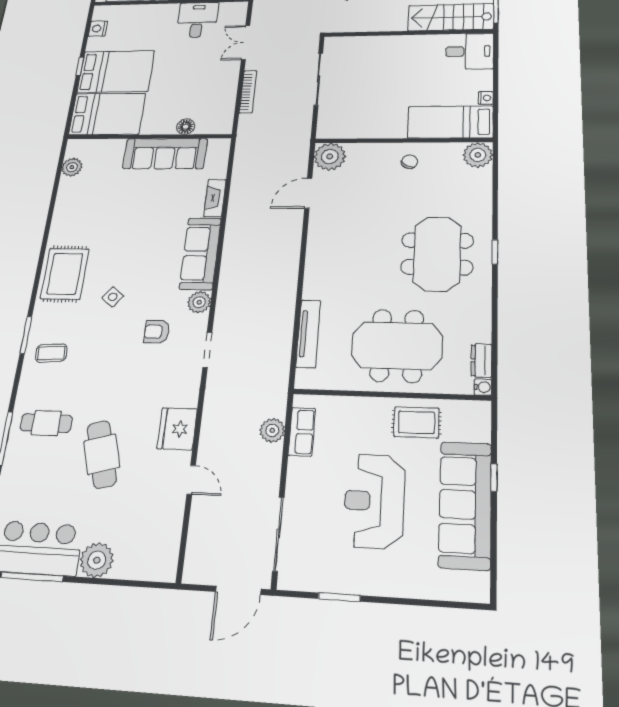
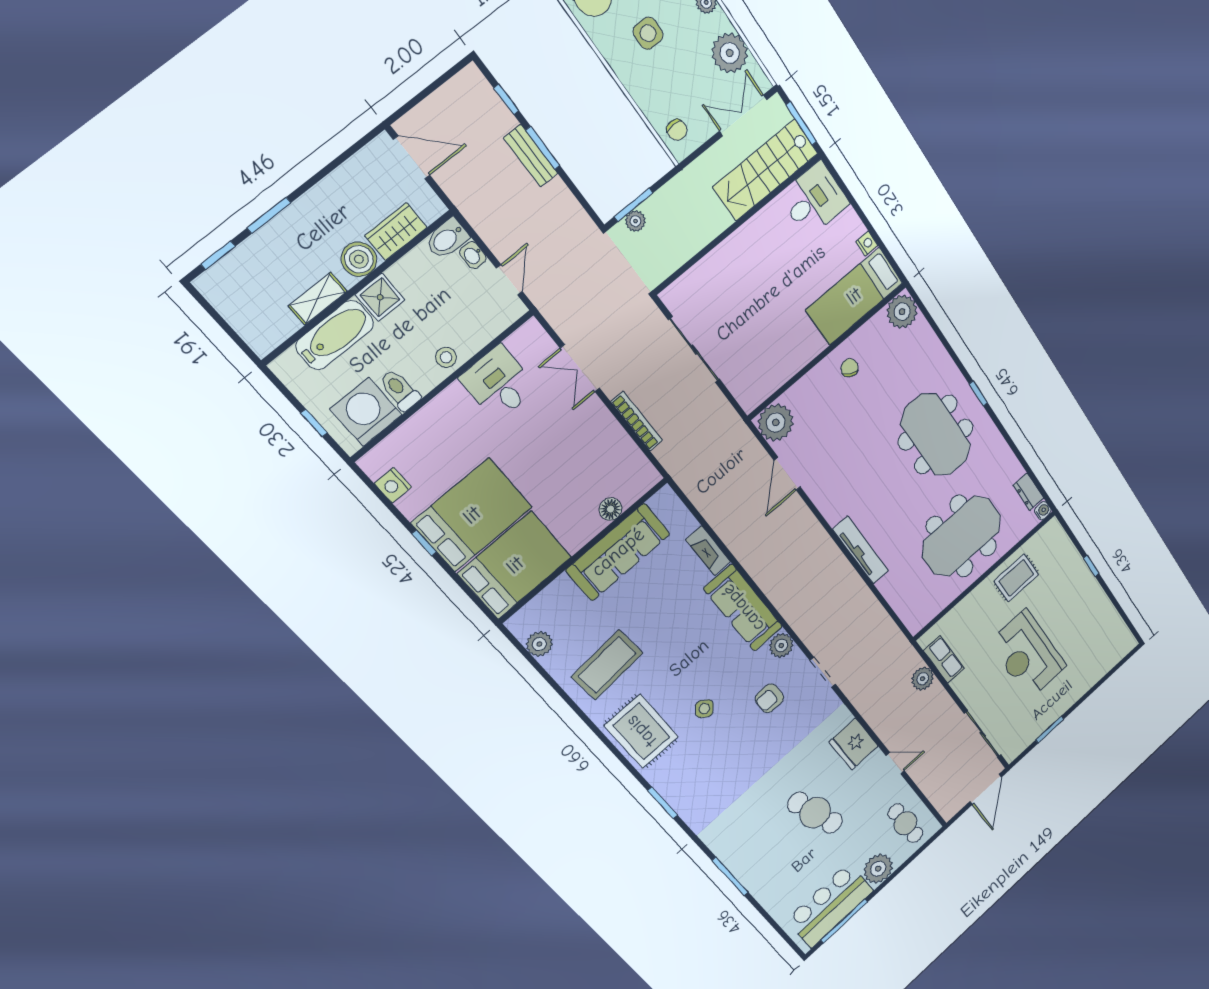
tv unit: (308, 334) -> (861, 550), moved
coffee table: (51, 353) -> (607, 665), moved, width x1.86, depth x1.72
cafe table: (46, 423) -> (905, 823), moved, turned 90
sofa: (465, 505) -> (1085, 601), removed

